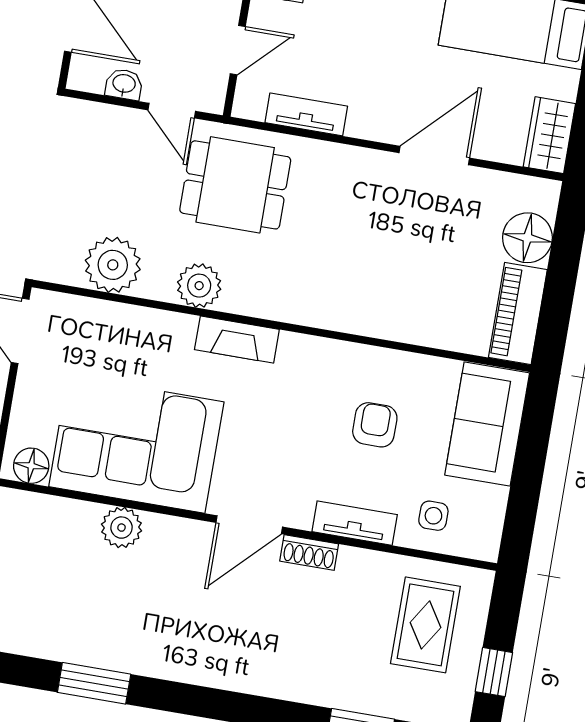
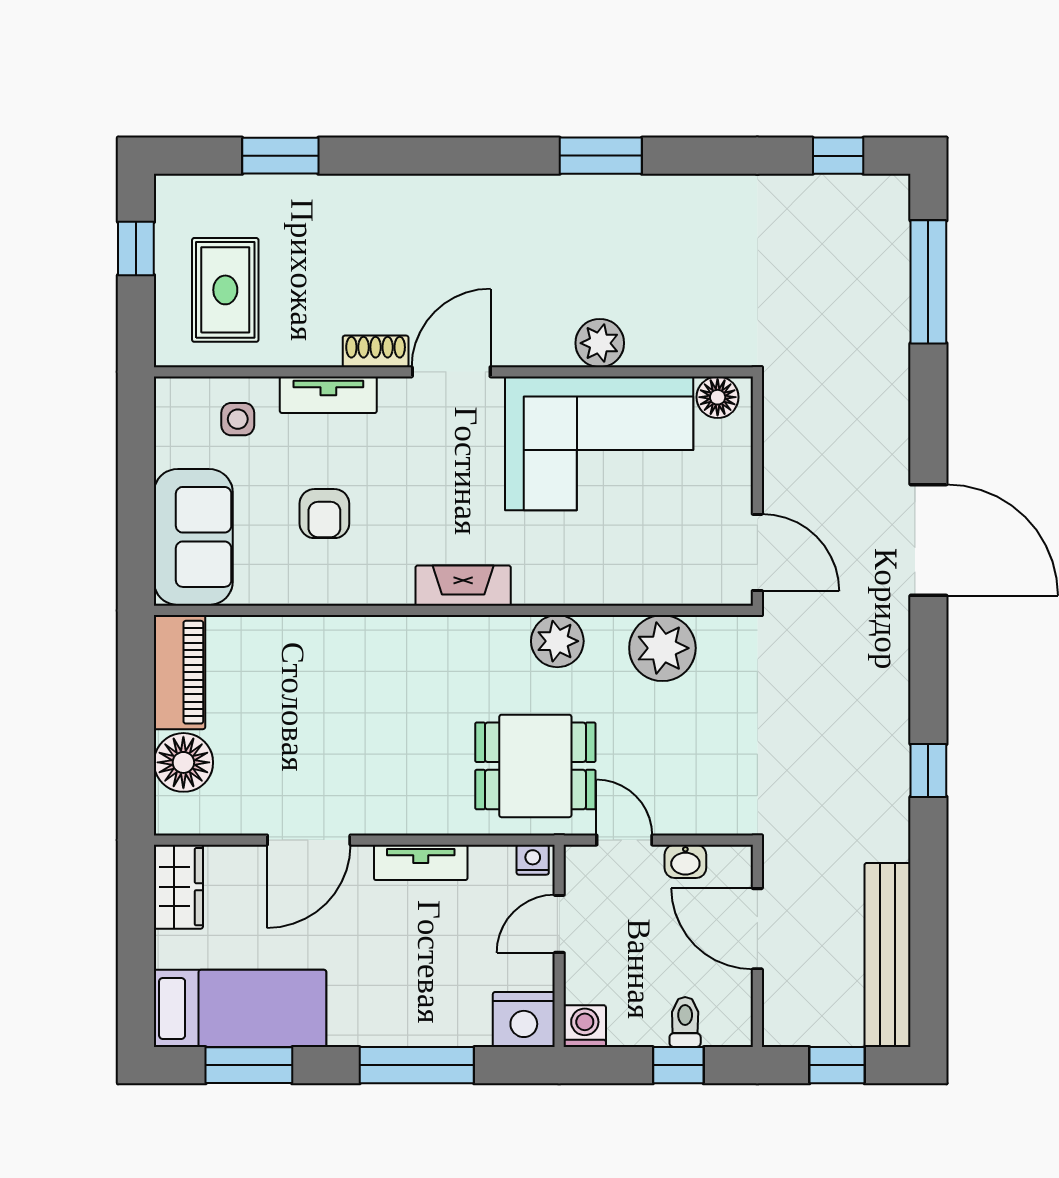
nightstand: (251, 107) -> (533, 860), added
tv unit: (306, 114) -> (421, 862), moved
fireplace: (237, 340) -> (463, 586), moved

